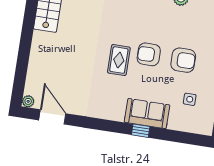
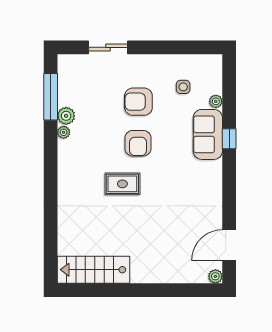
rug: (119, 60) -> (122, 184), moved
armchair: (183, 60) -> (138, 102), turned -90
plant: (173, 124) -> (216, 101), added

